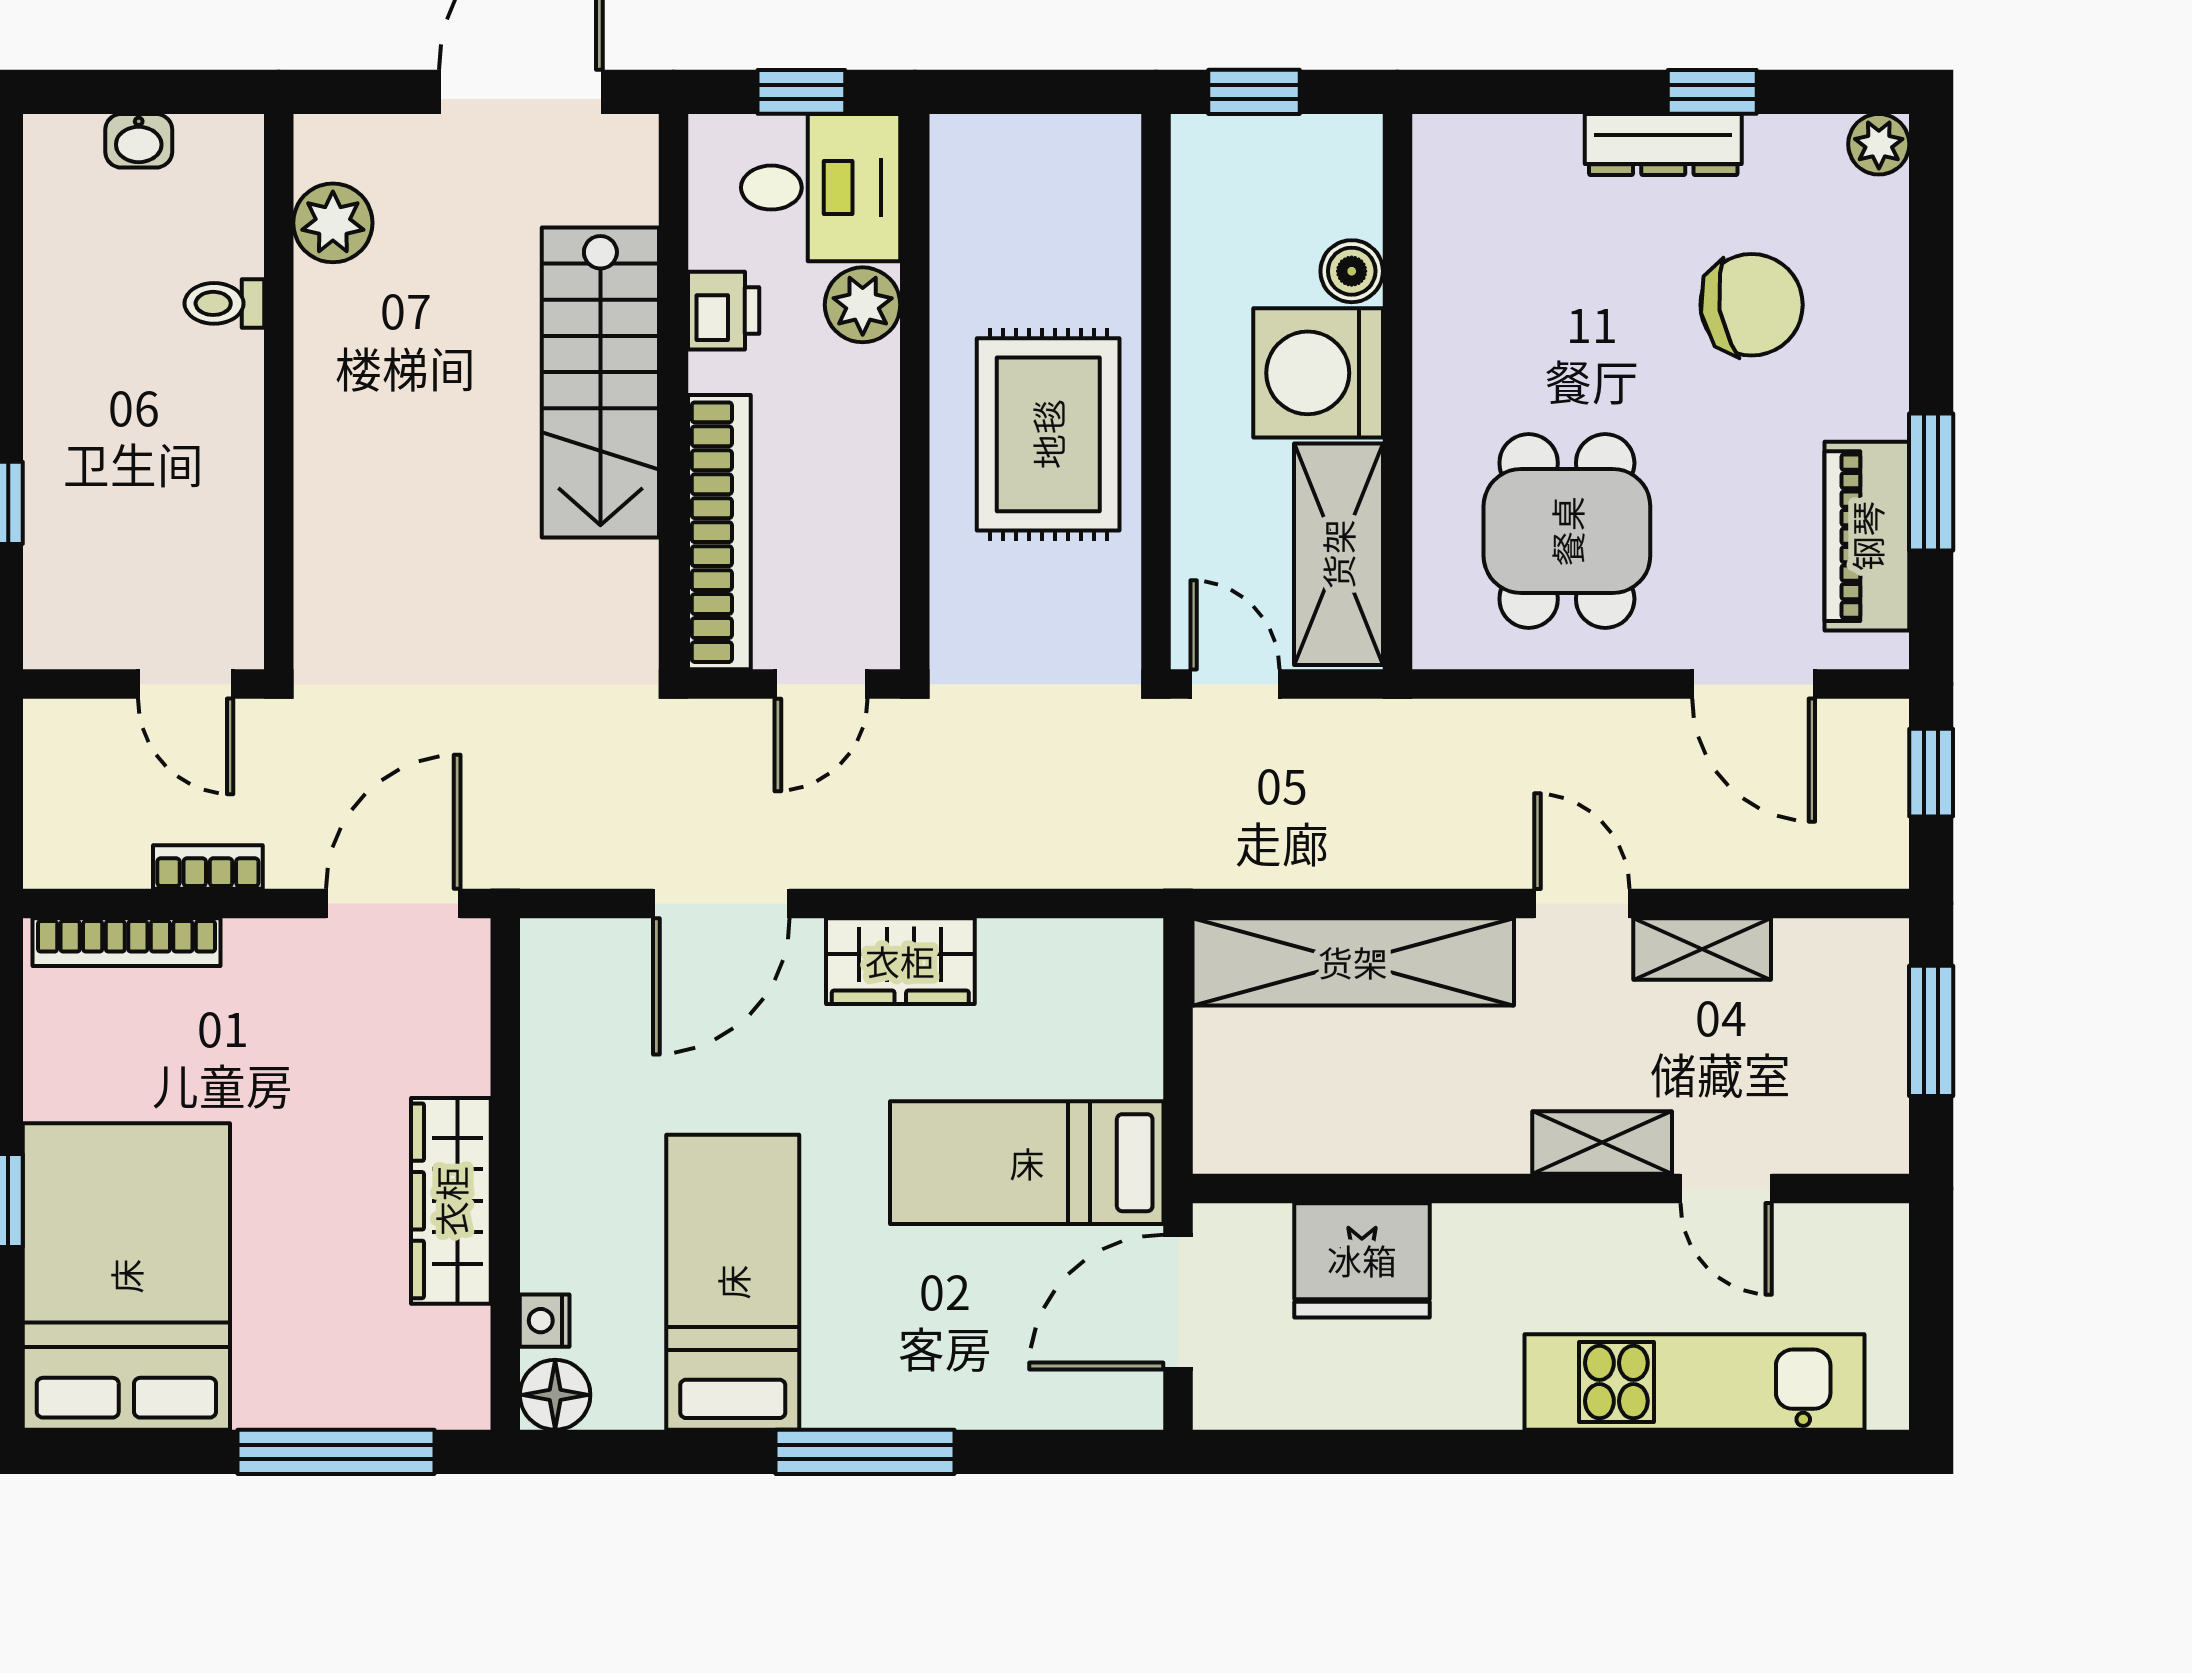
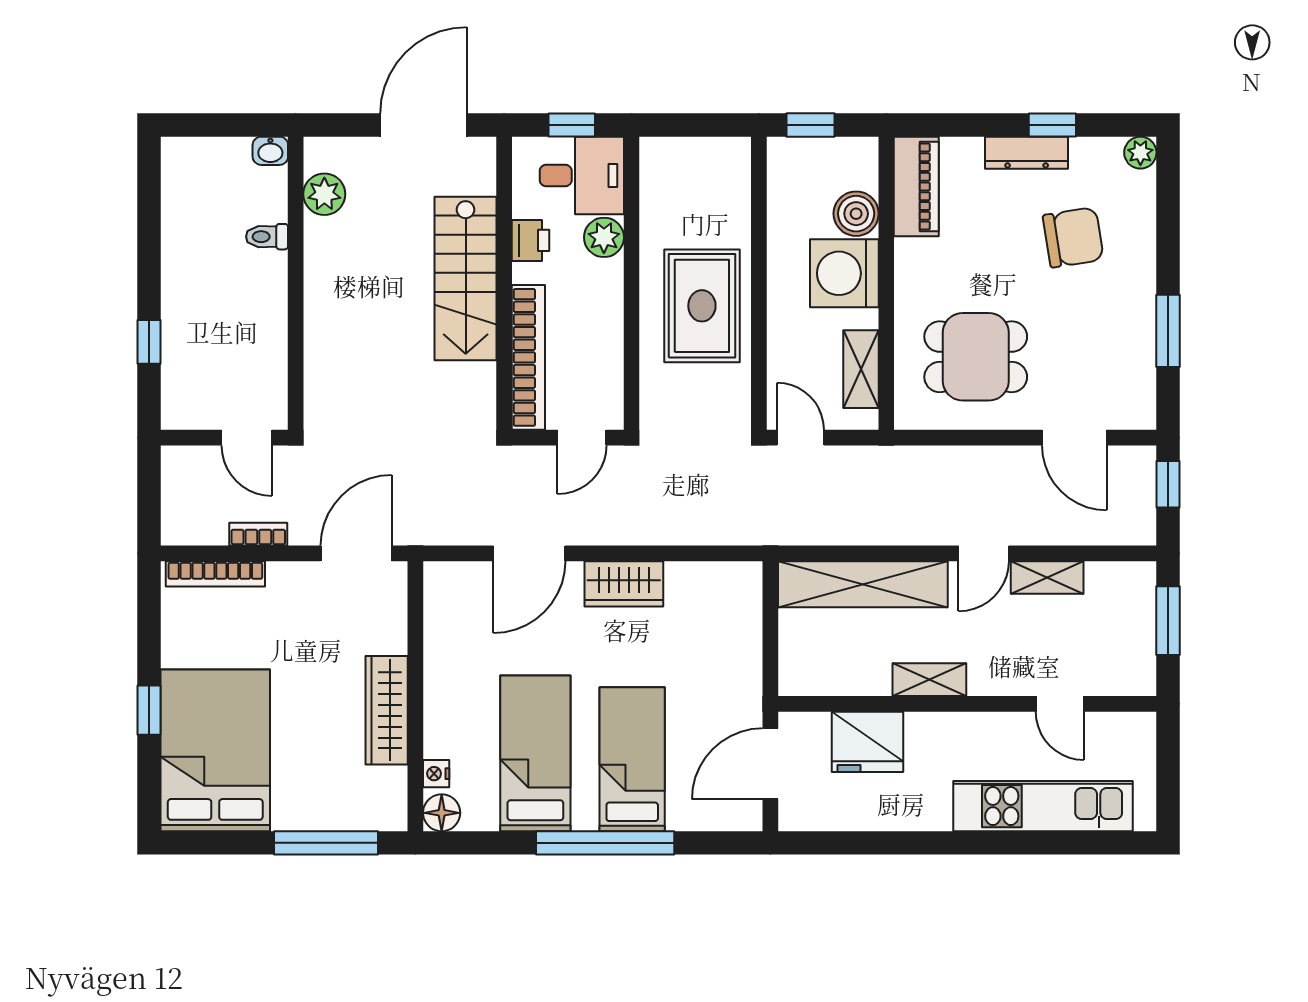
washbasin: (139, 141) -> (270, 151), moved
boiler: (1352, 271) -> (856, 214), width x1.36, depth x1.36
dining table: (1567, 531) -> (976, 357), turned 90
piano: (1867, 536) -> (916, 186), moved, turned 180
shelving: (1338, 554) -> (861, 369), width x0.67, depth x0.75
door: (1582, 903) -> (984, 553), swing flipped
shelving: (1602, 1143) -> (929, 680), moved
bed: (1027, 1163) -> (632, 759), moved, turned 90
window: (865, 1452) -> (605, 843), width x1.46

